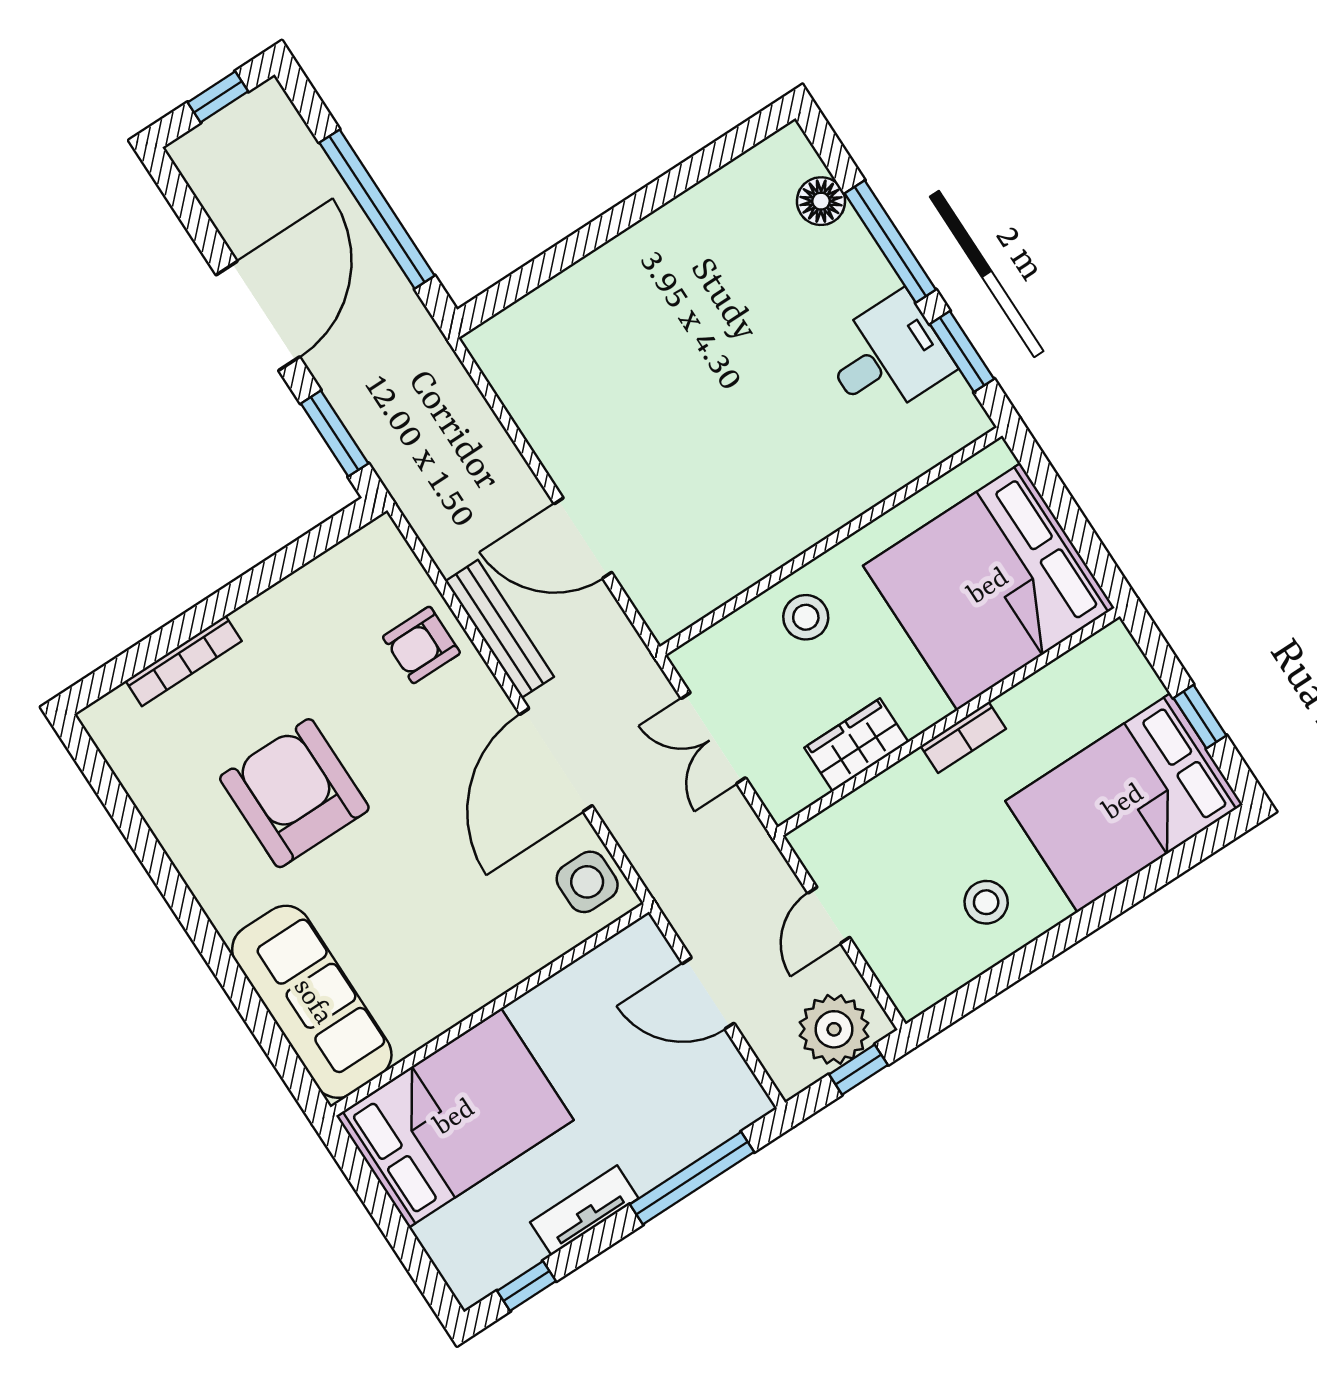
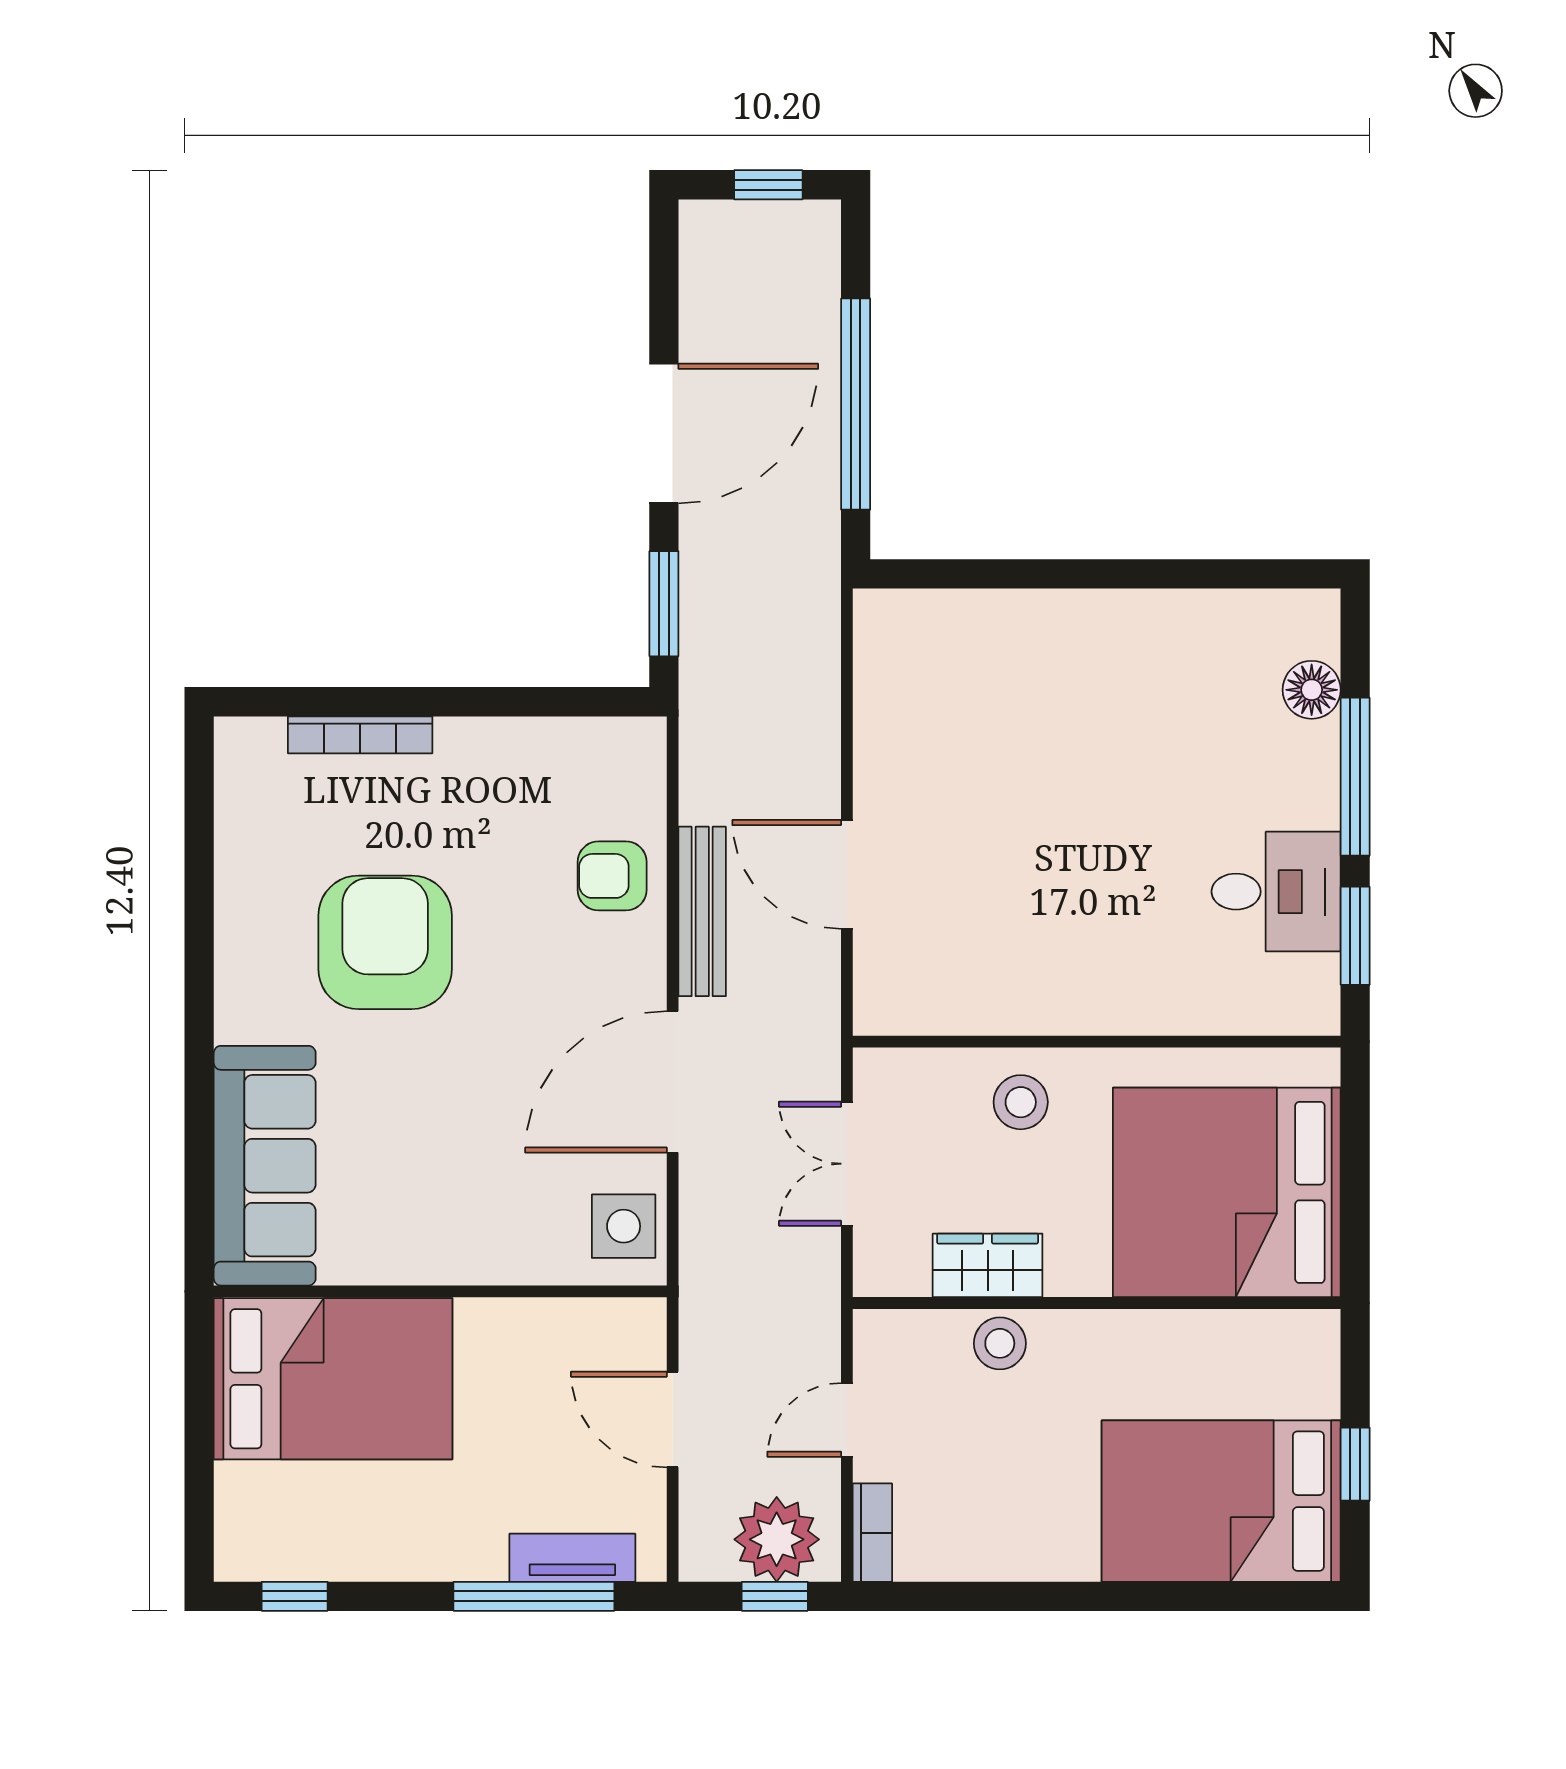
bookcase: (963, 737) -> (872, 1533), moved, turned -90
stool: (986, 902) -> (1000, 1343), moved
tv unit: (584, 1210) -> (572, 1558), moved

